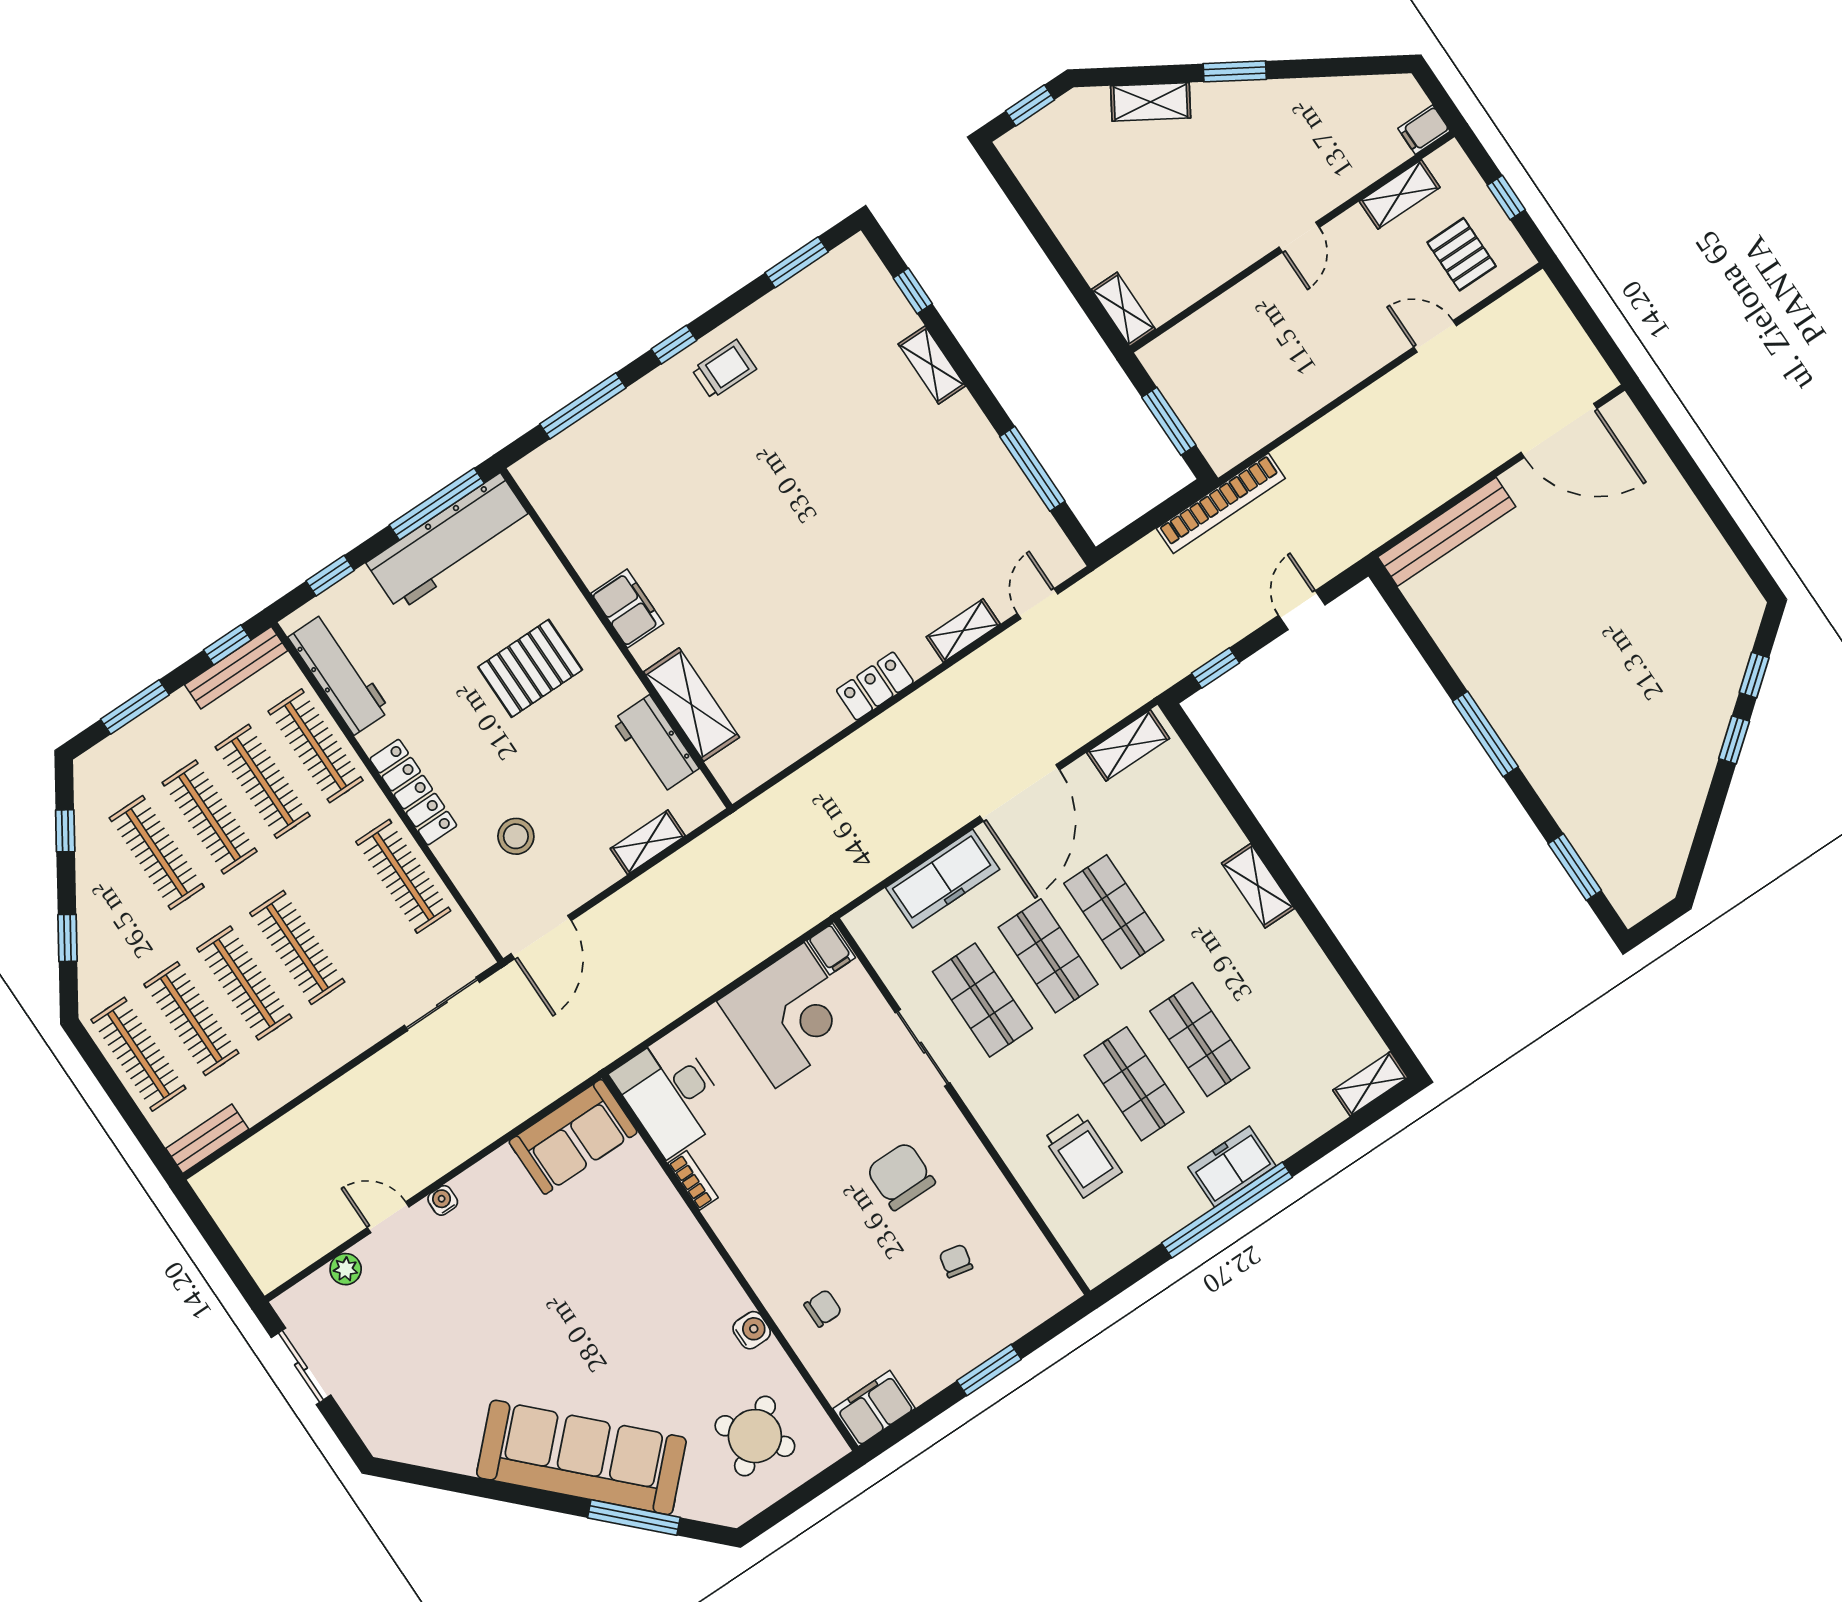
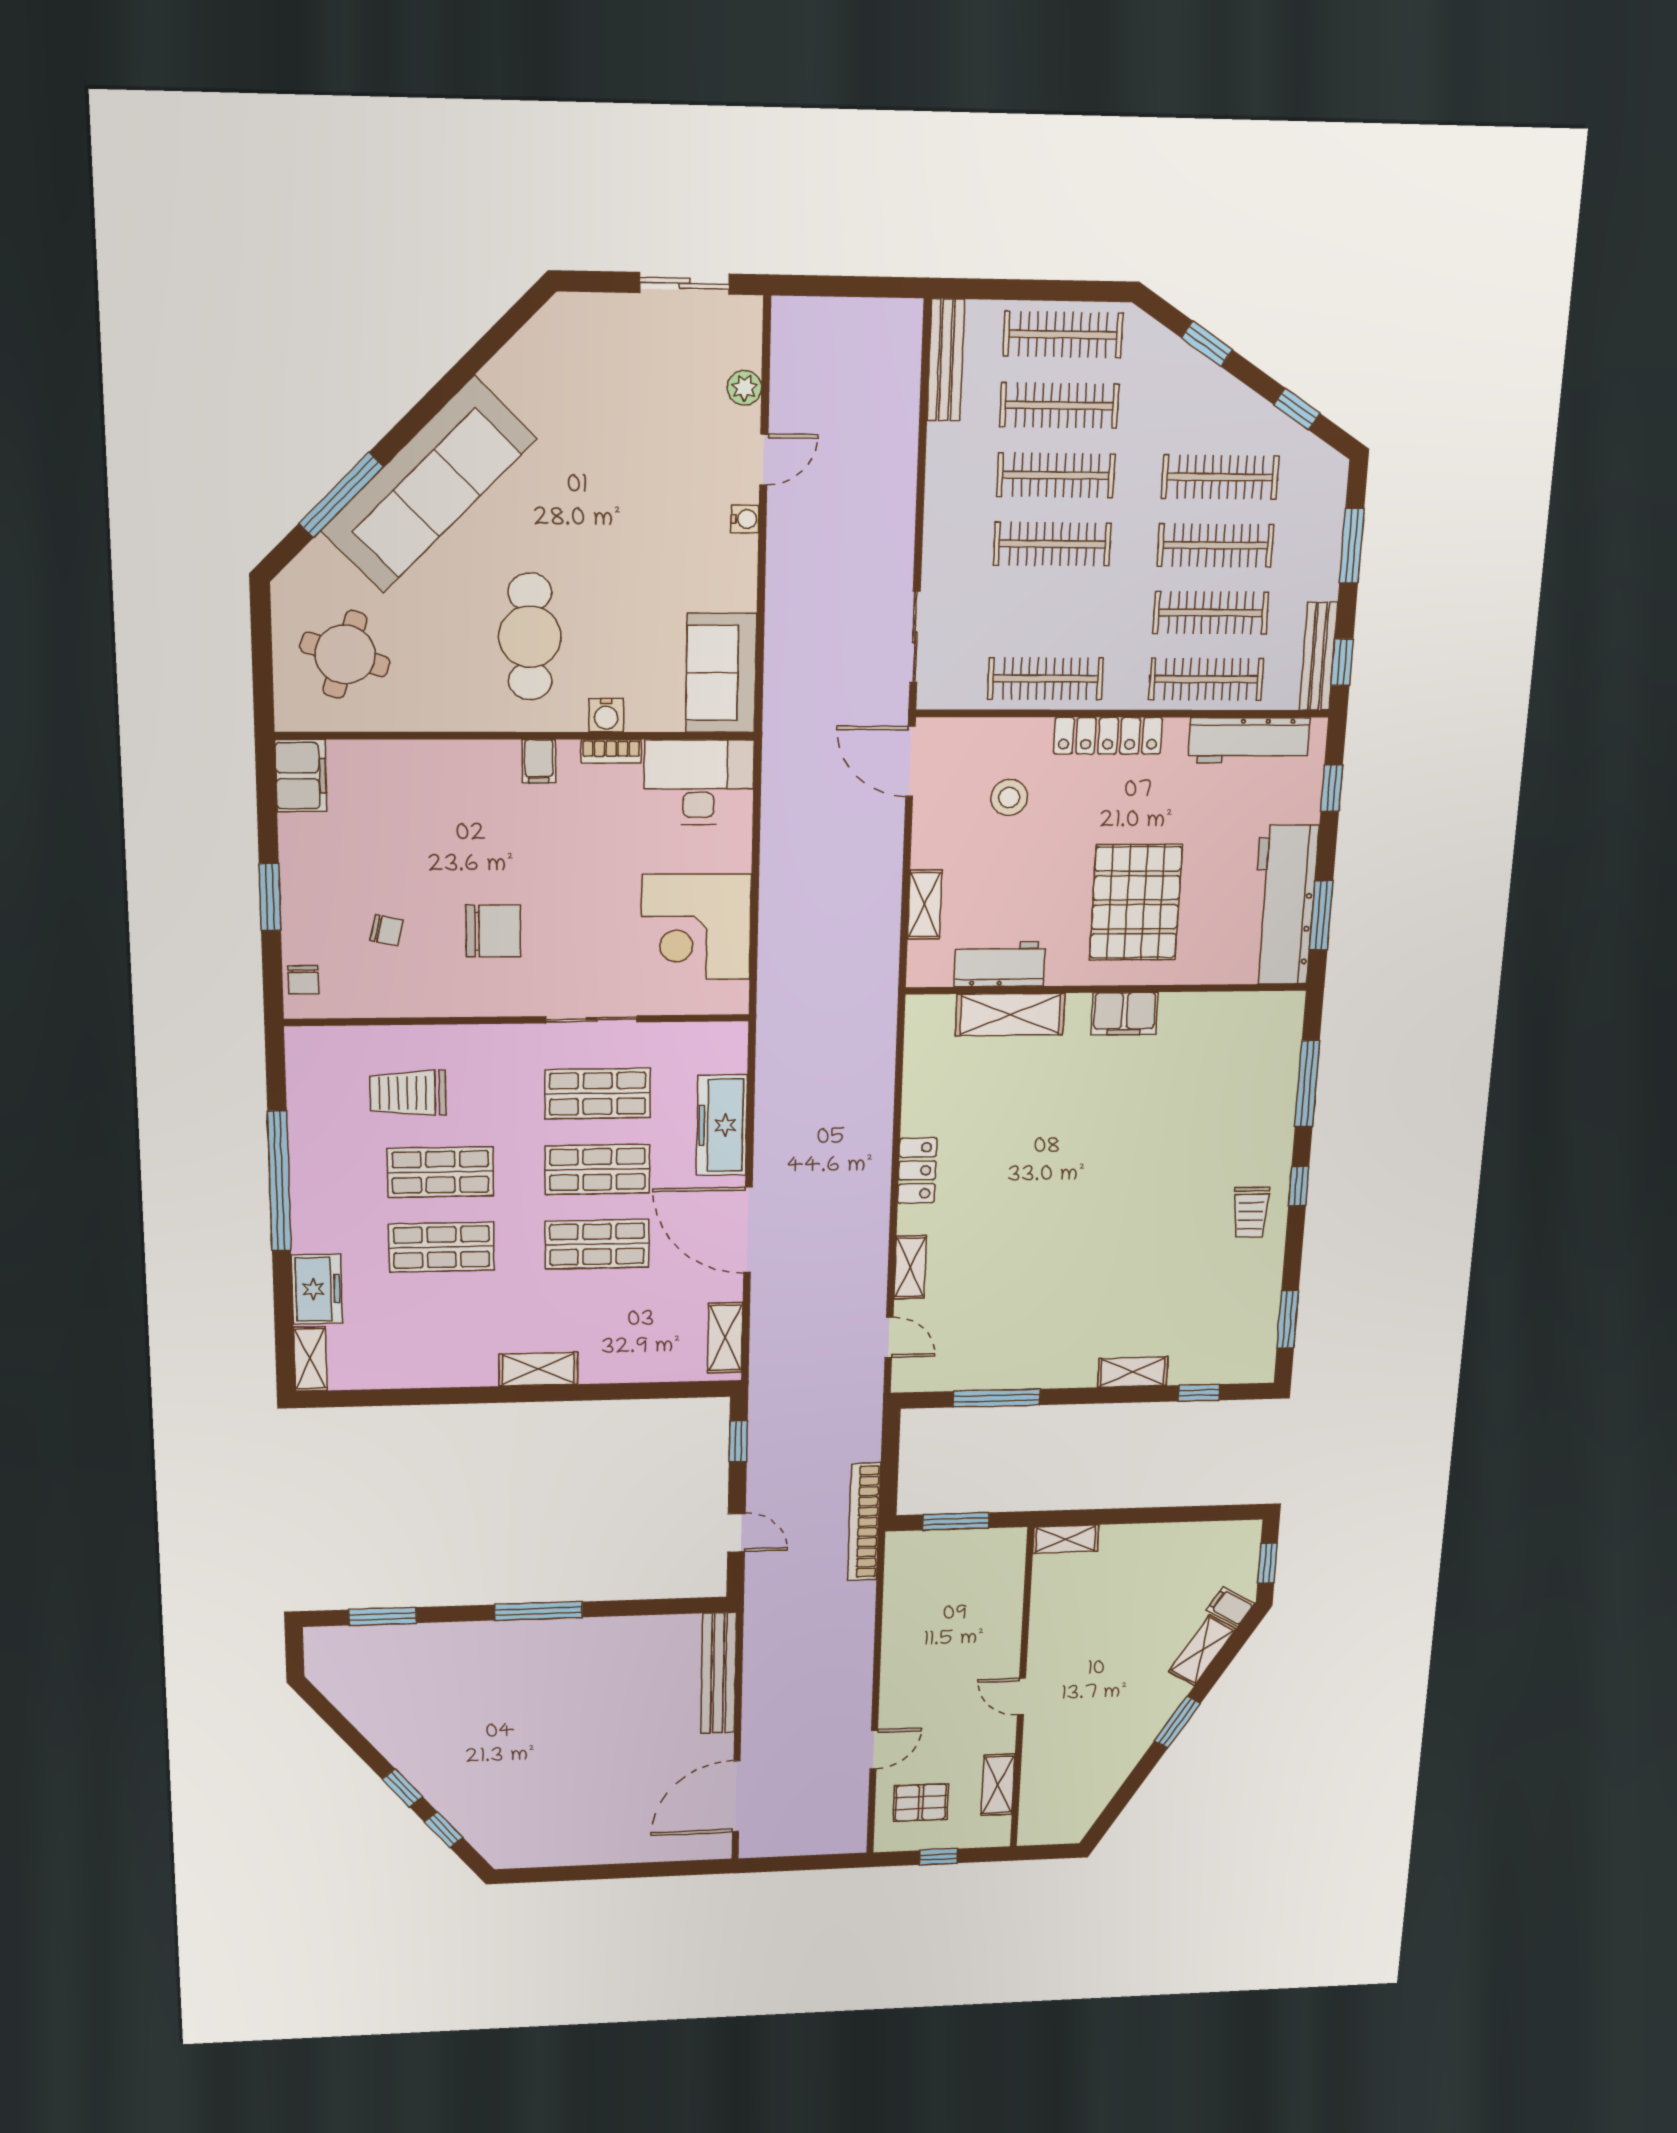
filing cabinet: (1424, 130) -> (1230, 1607), moved, turned -59
window: (437, 504) -> (1321, 915), width x0.69
pallet: (530, 668) -> (1136, 902), width x1.37, depth x1.41
filing cabinet: (831, 949) -> (539, 761), moved, turned -90
bench: (207, 1139) -> (946, 360), width x1.36
freezer: (1232, 1167) -> (317, 1289), moved
cafe table: (645, 1304) -> (530, 637), added
chair: (823, 1308) -> (303, 980), moved
water cooler: (752, 1330) -> (606, 715), moved
round table: (755, 1436) -> (345, 655), turned -35

